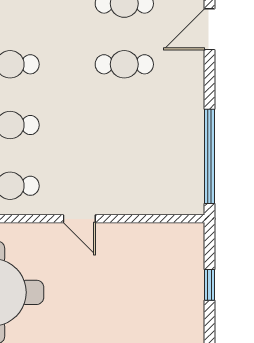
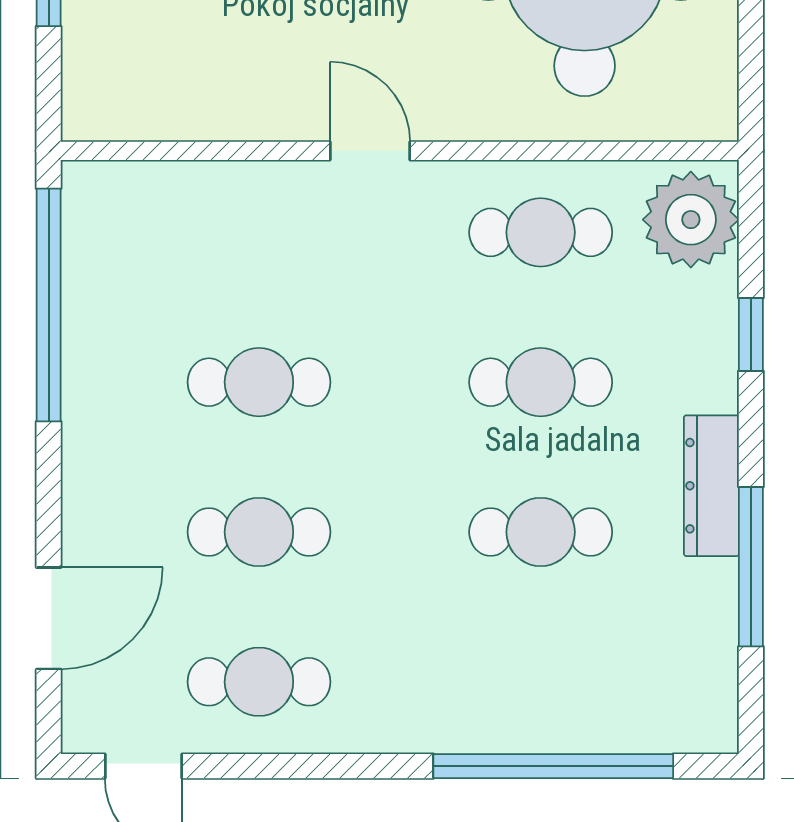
cafe table: (124, 125) -> (259, 382), added

